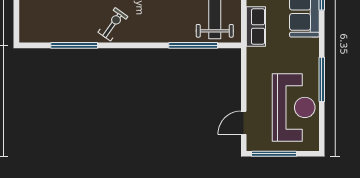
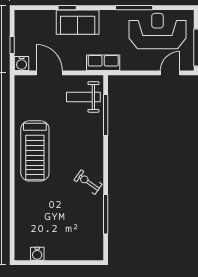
row of seats: (256, 26) -> (103, 63), moved
door: (244, 123) -> (170, 73), swing flipped

